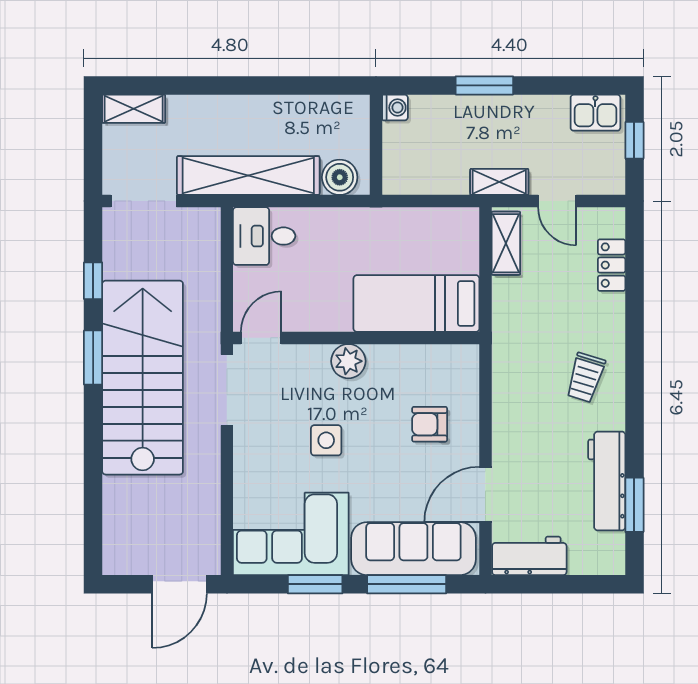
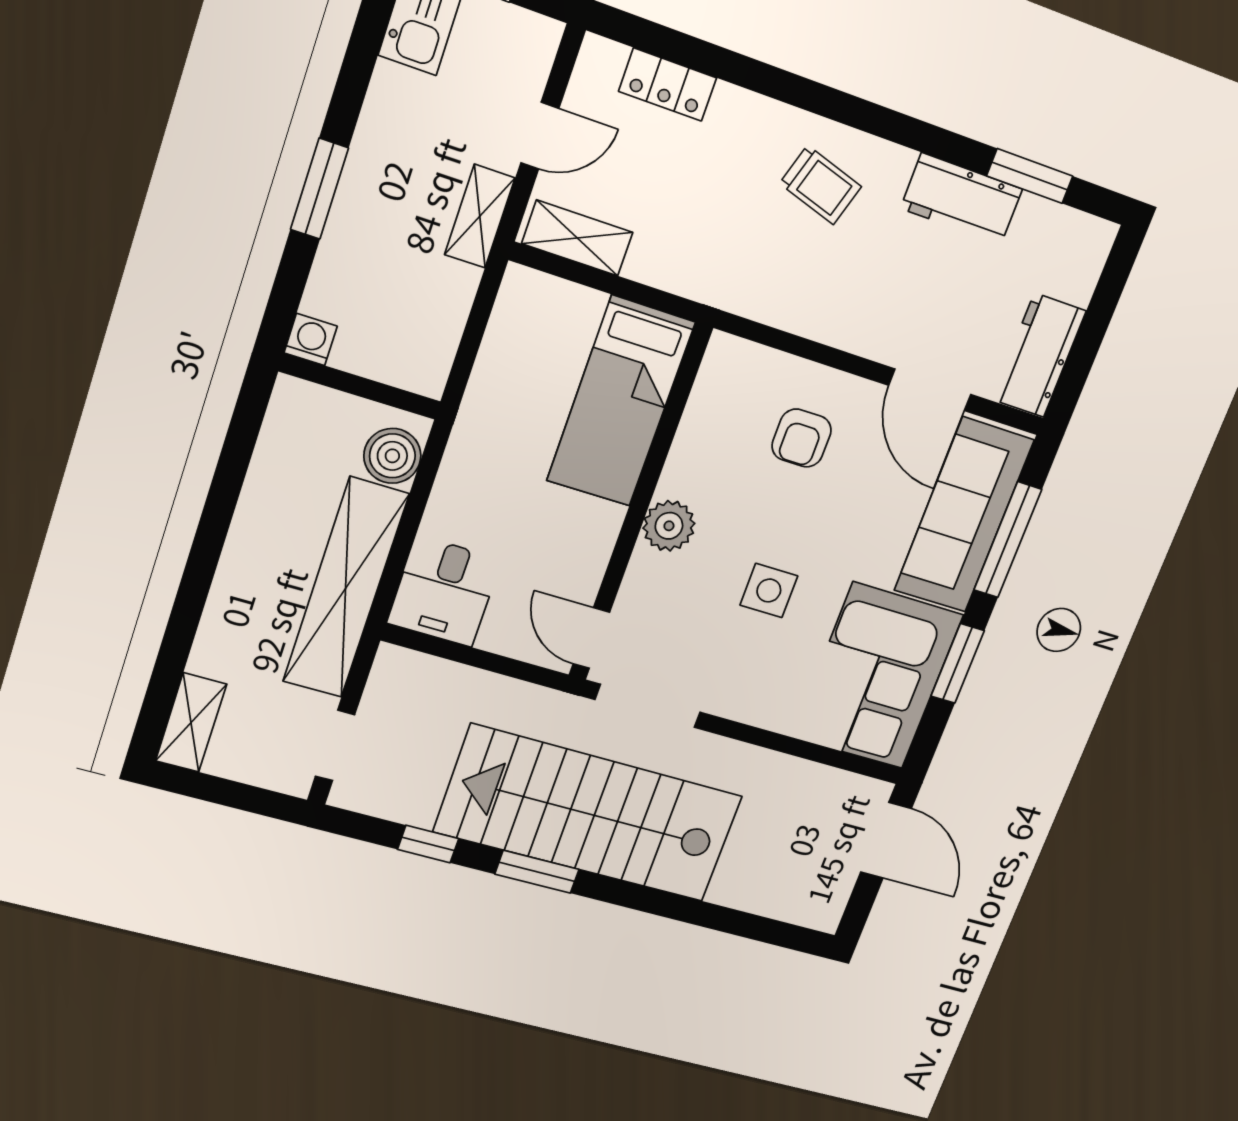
doorway: (144, 201) -> (335, 746), width x0.73
workbench: (607, 481) -> (961, 199), width x0.73

